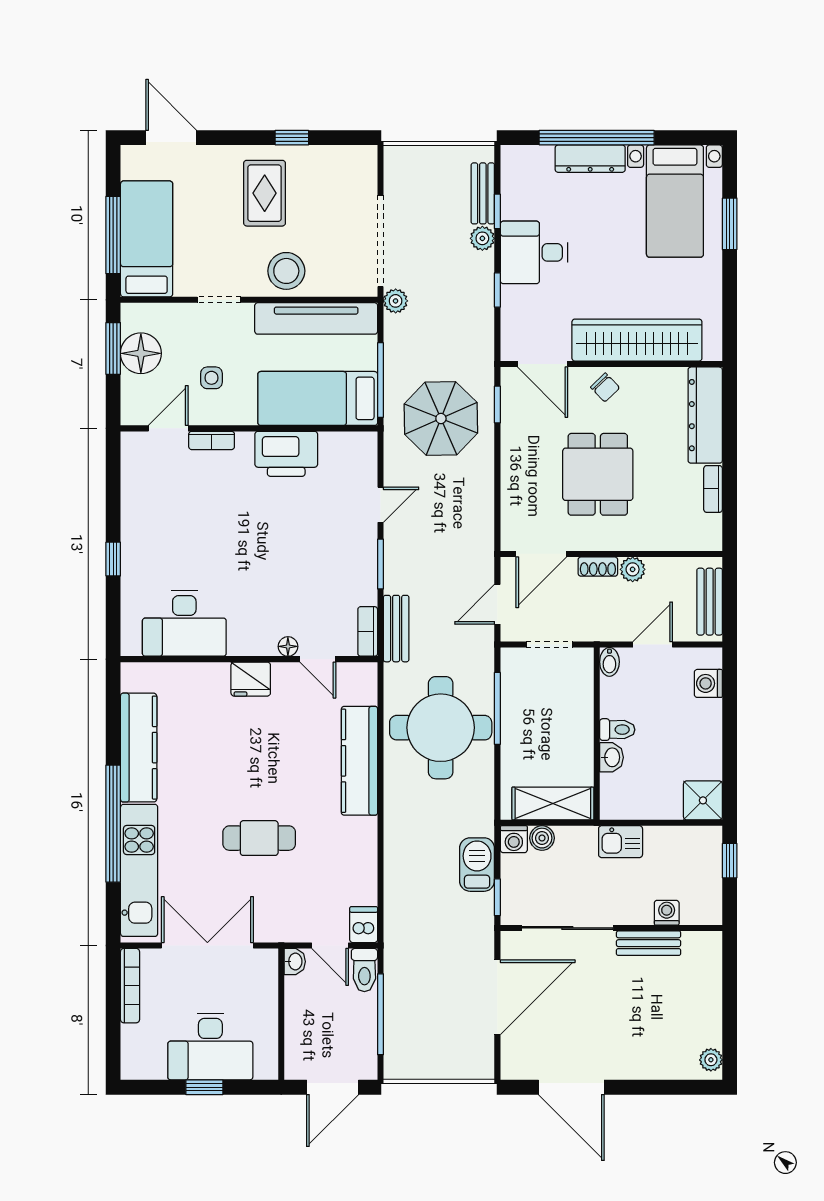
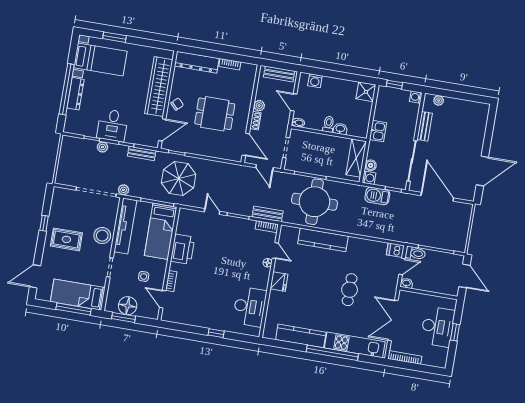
bench: (483, 193) -> (142, 153), moved
door: (318, 659) -> (275, 251), hinge flipped
washing machine: (667, 913) -> (416, 97), moved
plant: (711, 1060) -> (439, 100), moved

